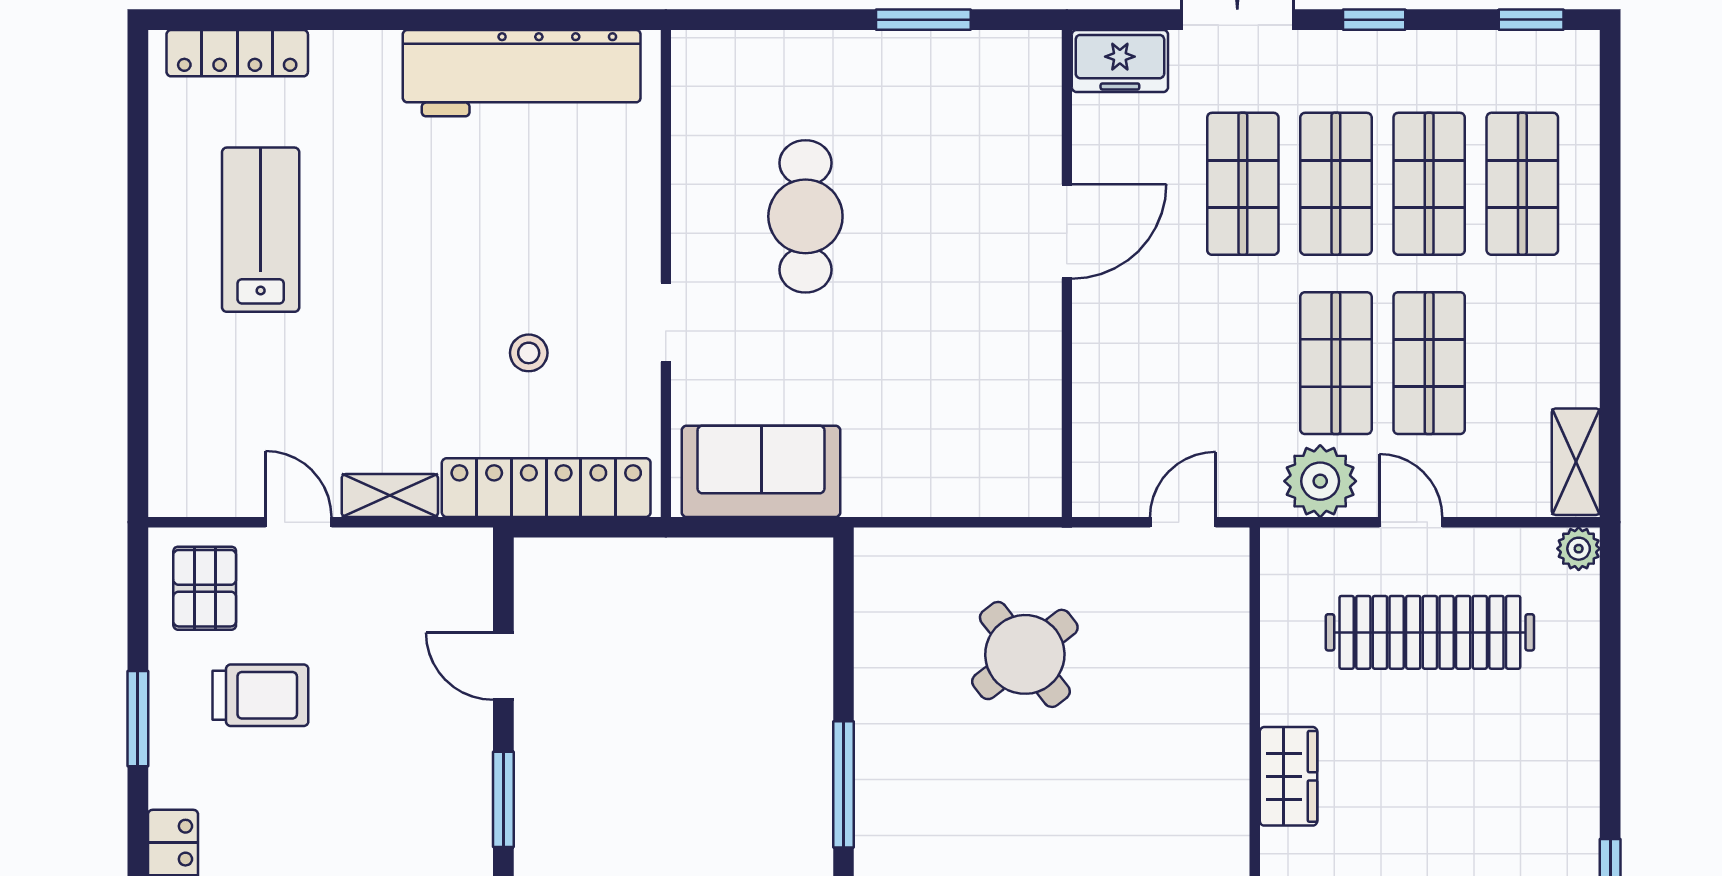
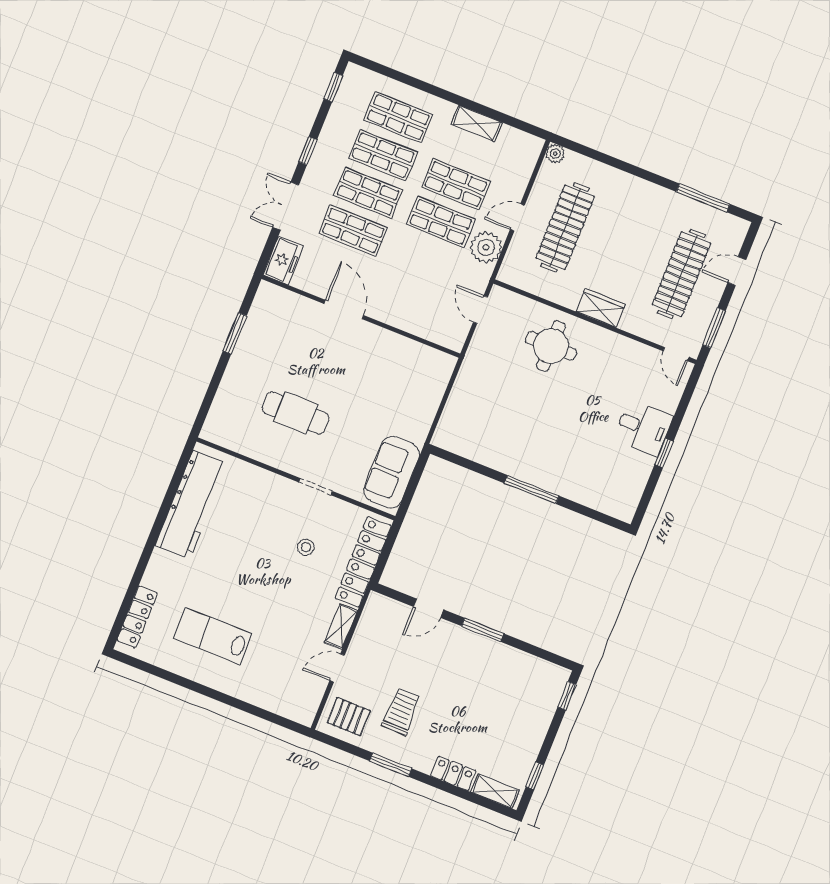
shelving: (1576, 462) -> (477, 123), moved
round table: (1025, 654) -> (551, 346), moved, turned 38

